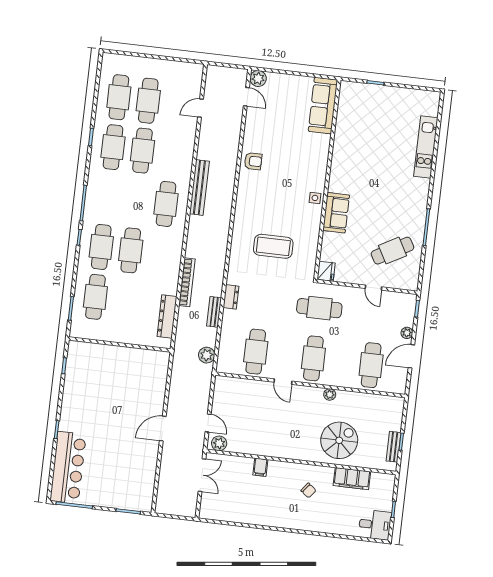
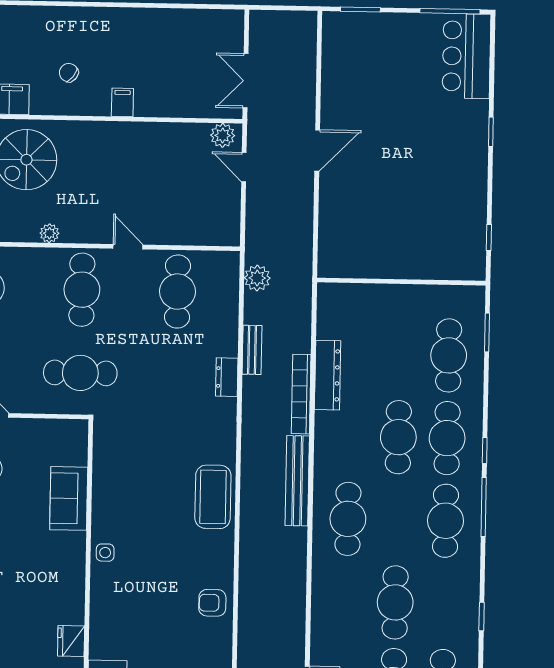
cafe table: (113, 147) -> (446, 521), moved
bench: (199, 188) -> (297, 481), moved
sofa: (336, 213) -> (69, 498), moved
coffee table: (273, 246) -> (213, 497), moved, turned 90
fridge: (326, 271) -> (71, 641), moved
dresser: (167, 316) -> (328, 375), moved
filing cabinet: (260, 467) -> (122, 102), moved
bar counter: (68, 468) -> (466, 56), width x0.73

